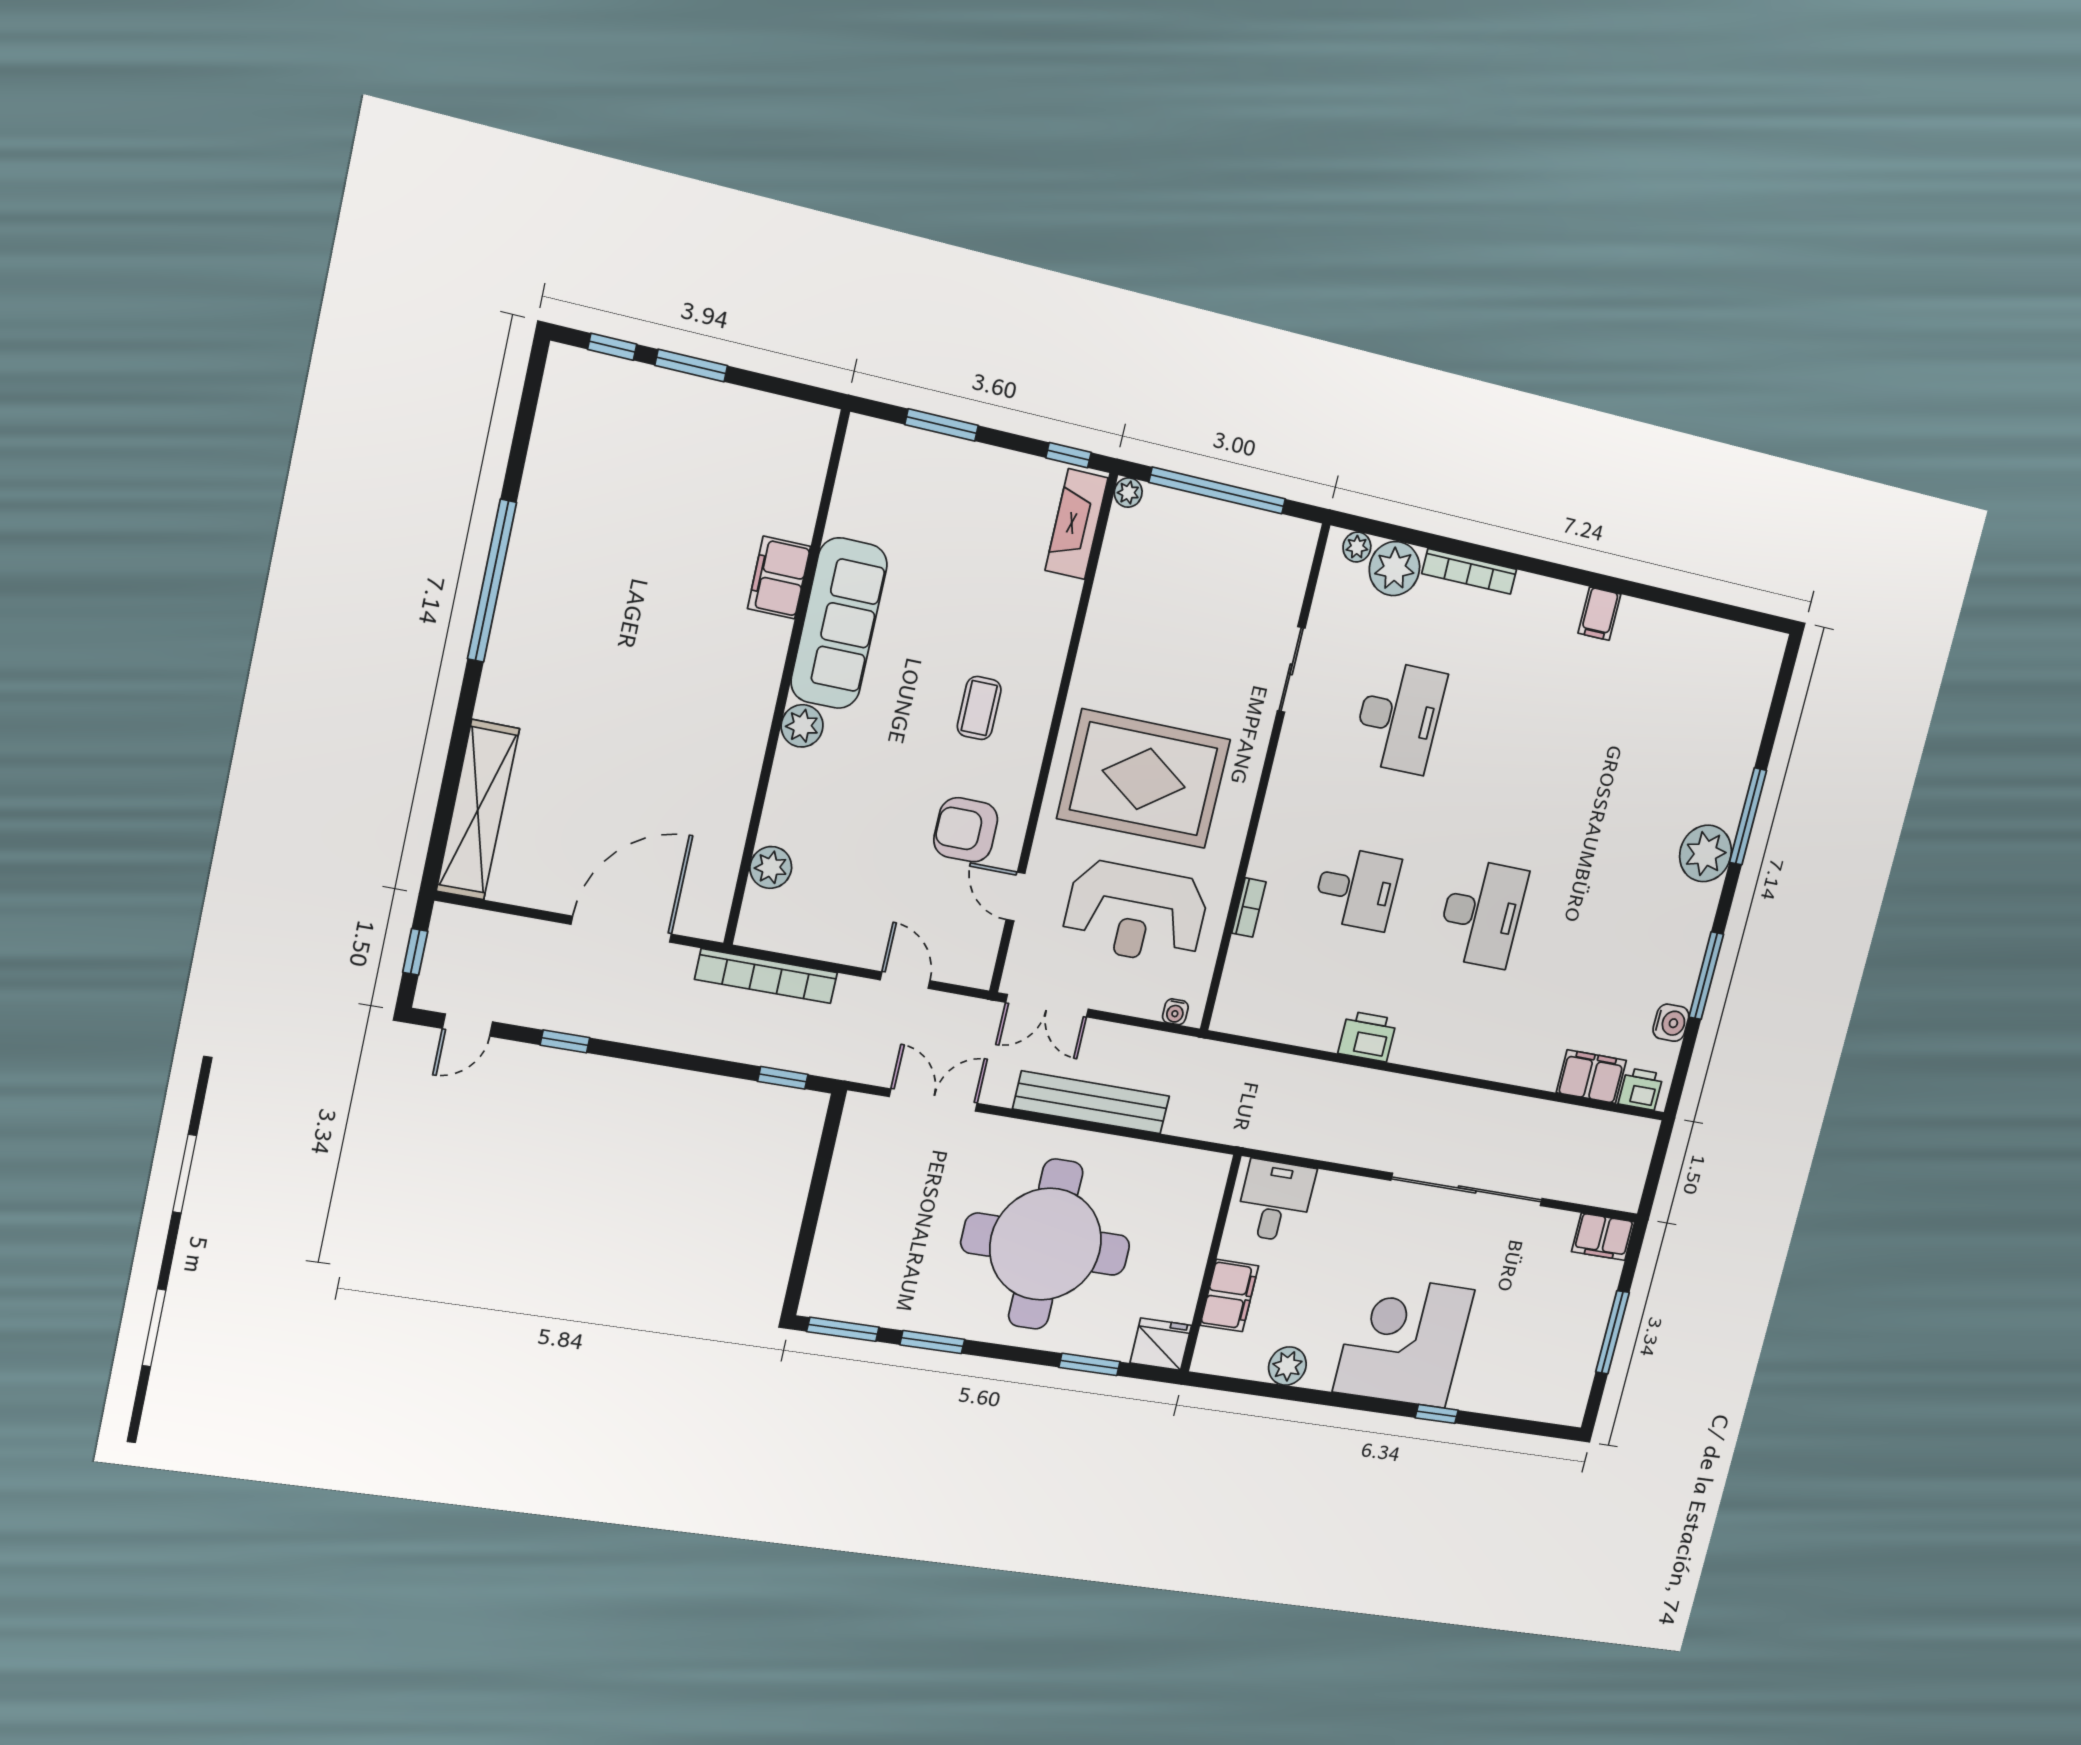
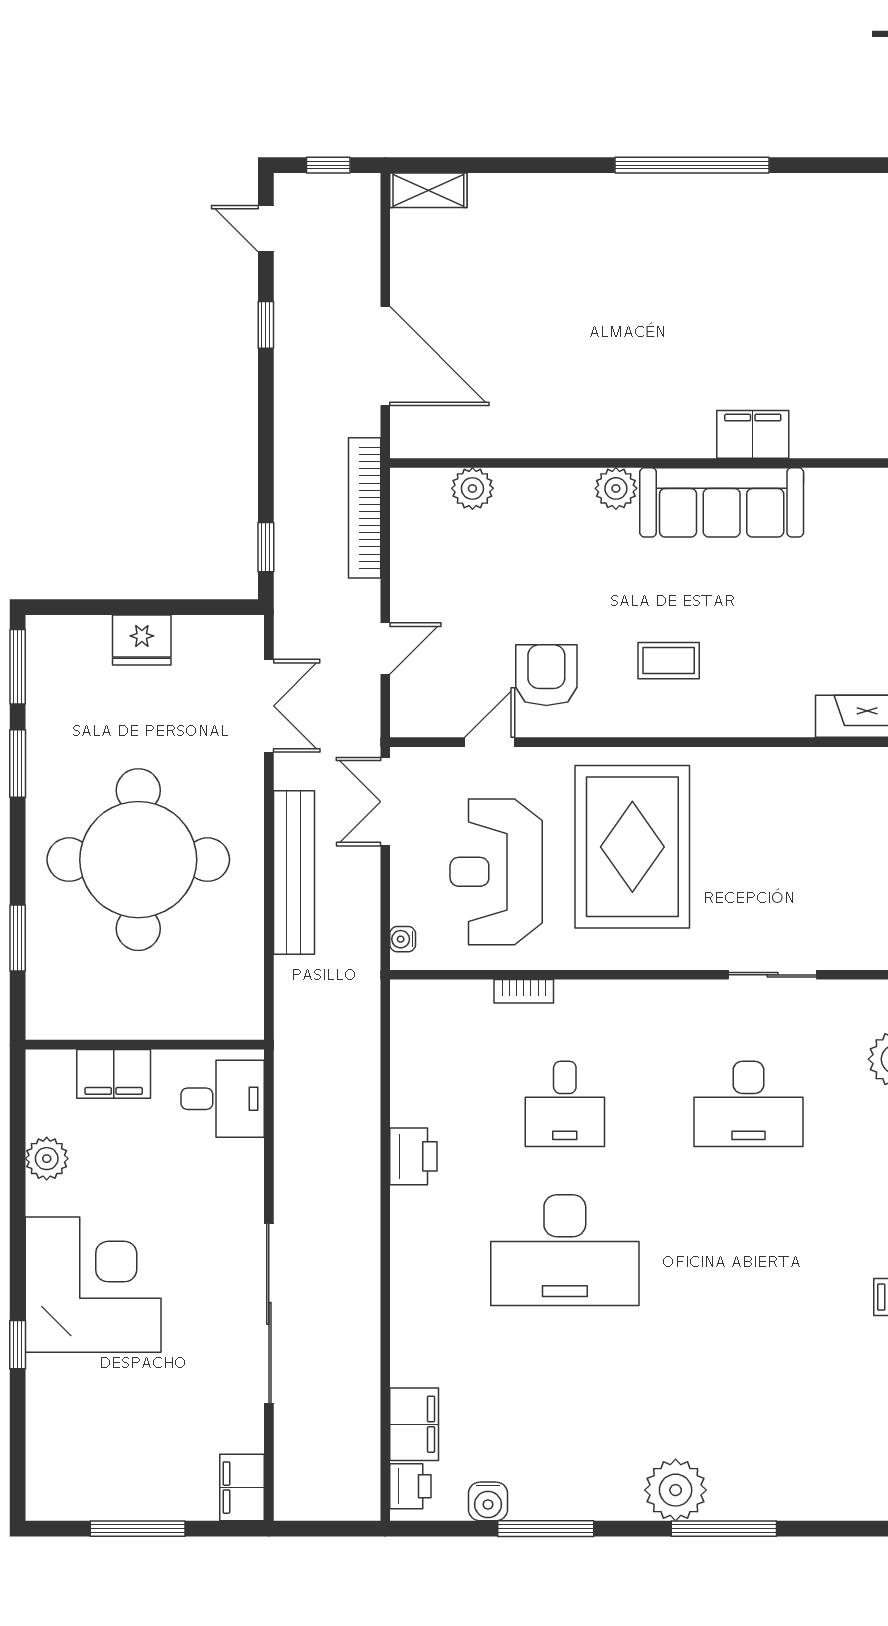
shelving: (478, 810) -> (428, 190), width x0.45, depth x0.75
desk: (1482, 913) -> (565, 1250), width x1.36, depth x1.30
fridge: (1161, 1344) -> (142, 640), moved, turned 90

